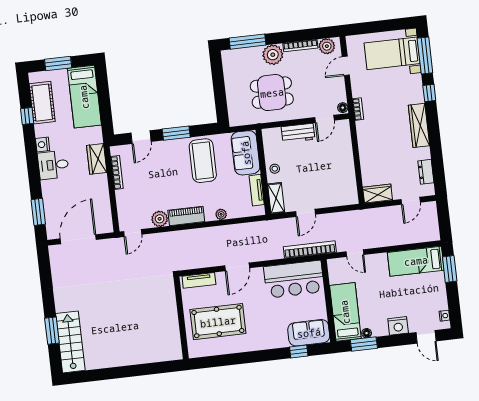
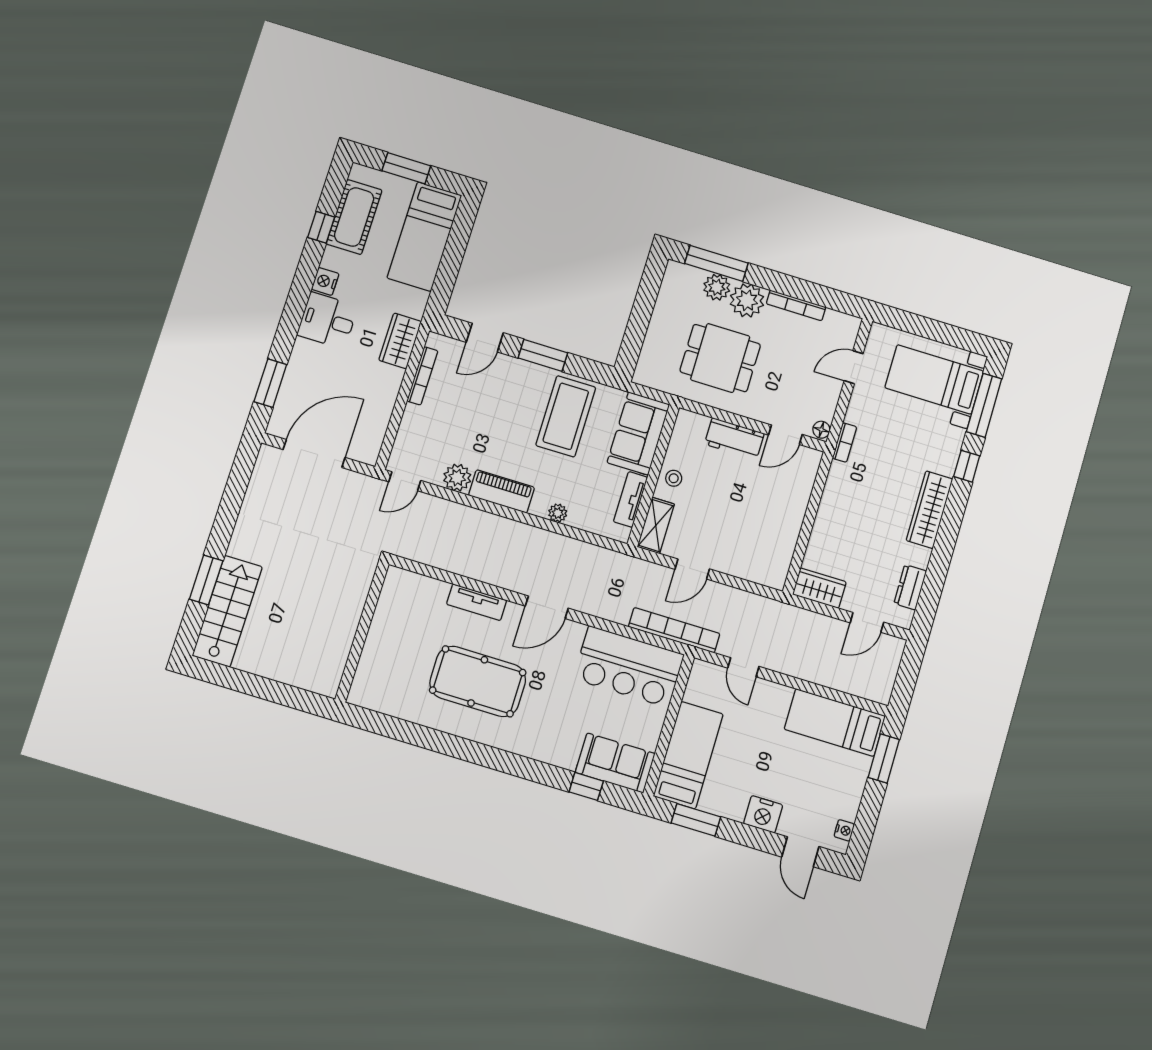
plant: (327, 46) -> (717, 287), moved
wall: (181, 318) -> (362, 631), moved
floor lamp: (367, 333) -> (708, 804), removed

